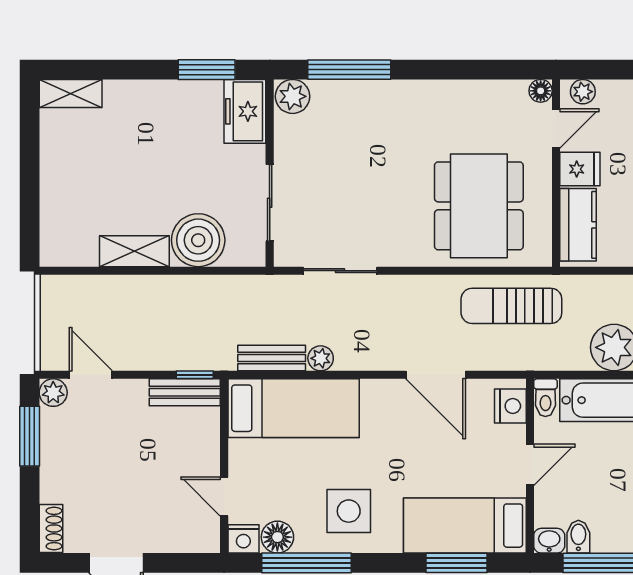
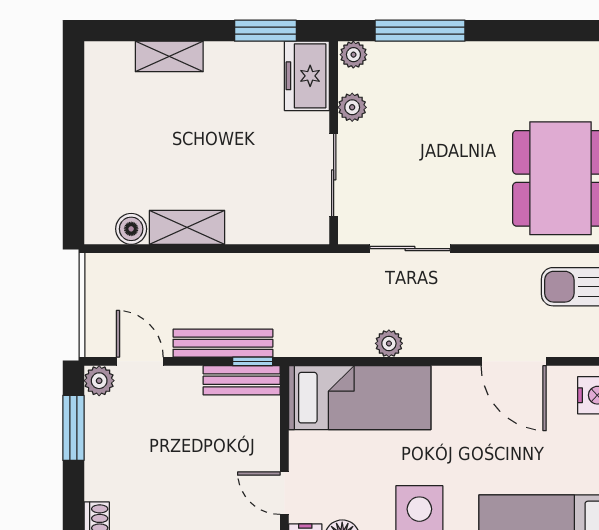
shelving: (71, 93) -> (169, 56), moved
plant: (293, 96) -> (353, 55), width x0.73, depth x0.73
plant: (287, 140) -> (352, 107), added
boiler: (198, 240) -> (131, 229), moved, width x0.54, depth x0.54
bench: (272, 358) -> (223, 343), moved, width x1.36

